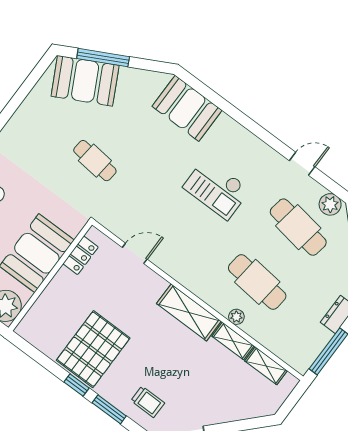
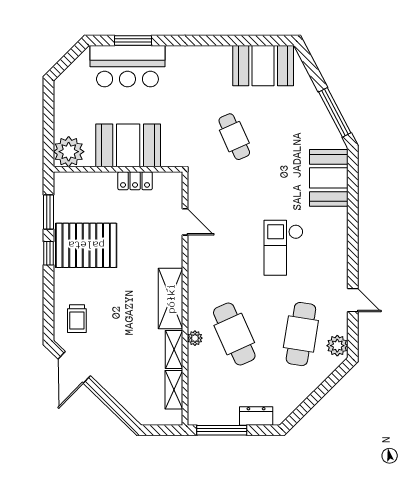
window: (103, 58) -> (335, 112), moved
booth: (85, 81) -> (263, 66), moved, turned -62
cafe table: (95, 161) -> (234, 137), turned -30
locker: (81, 255) -> (135, 181), moved
cafe table: (257, 282) -> (234, 334), turned -30
window: (109, 409) -> (49, 212), moved

